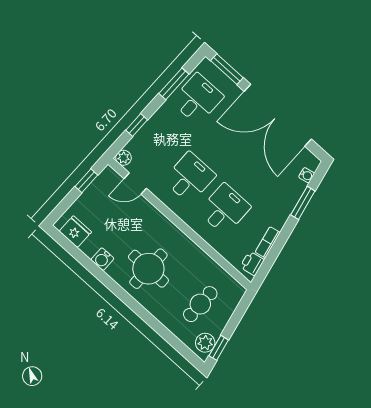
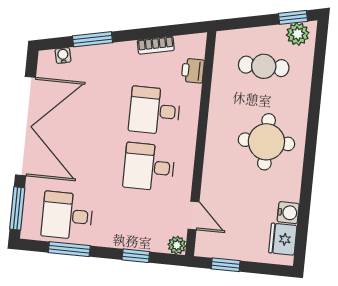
water cooler: (102, 259) -> (288, 213), moved
printer: (252, 263) -> (193, 71), moved, turned 102

